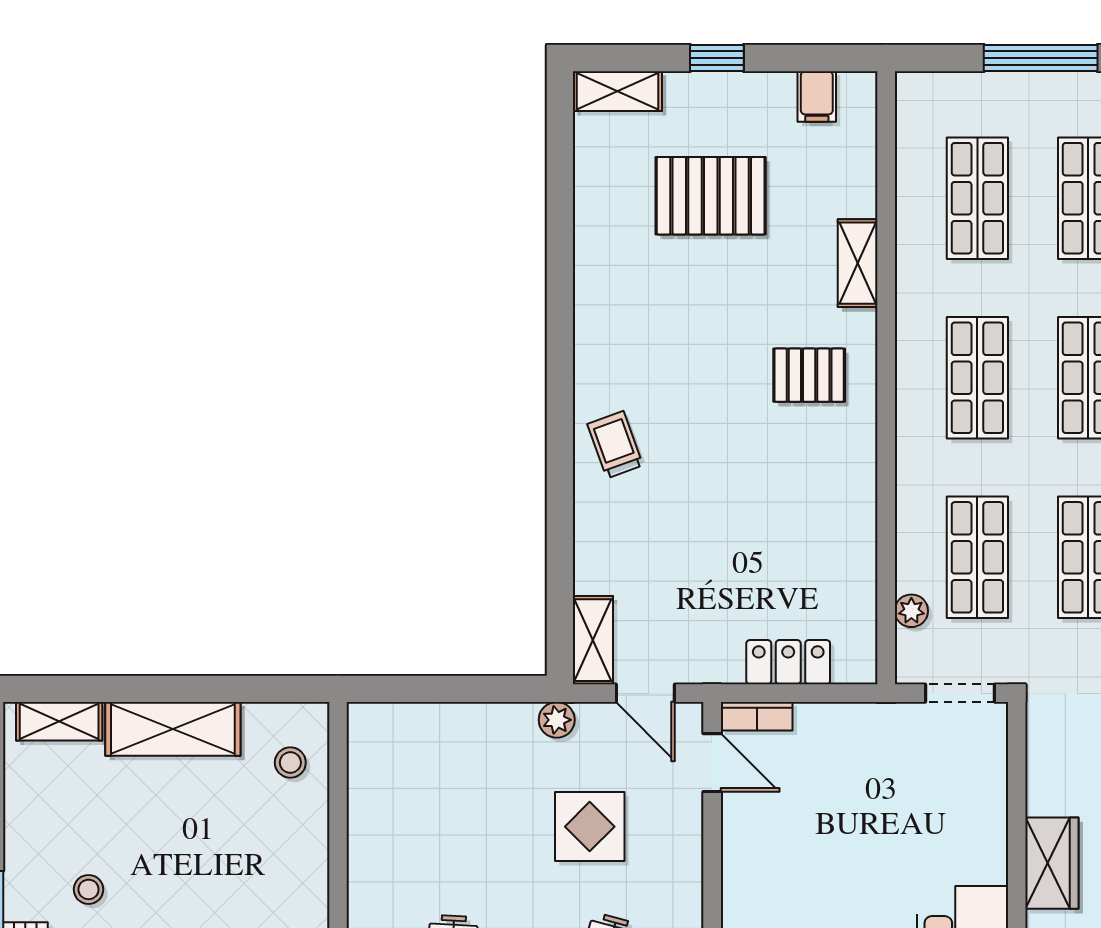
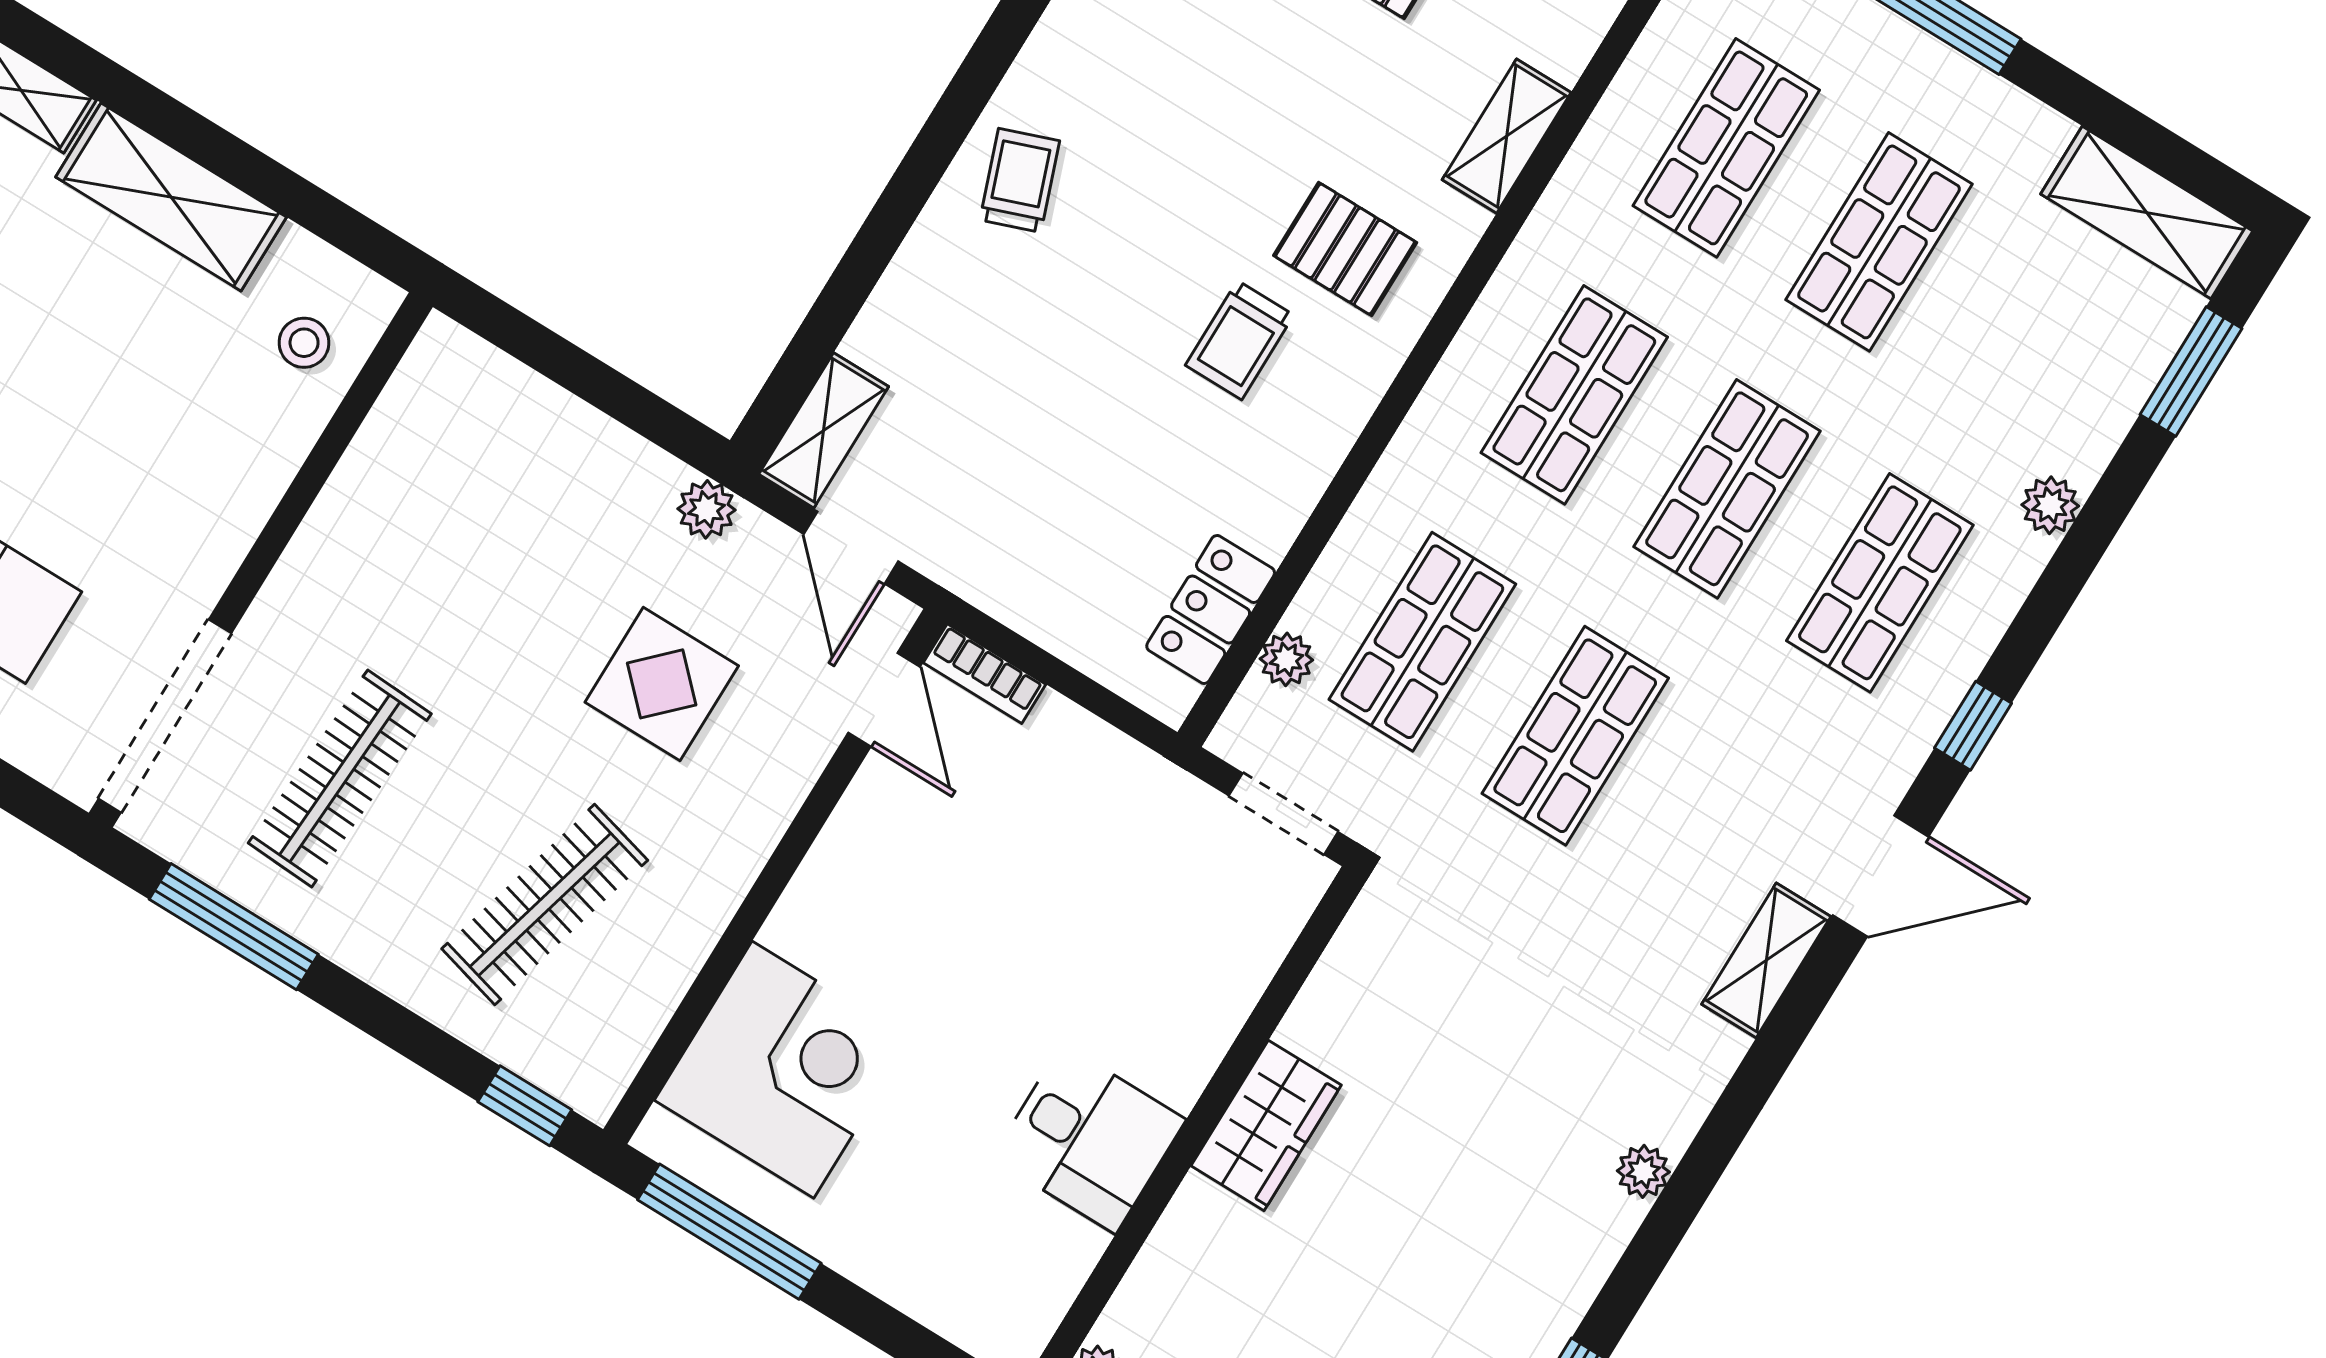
trolley: (783, 458) -> (1240, 340), added
locker: (788, 662) -> (1211, 609), moved, turned -90

